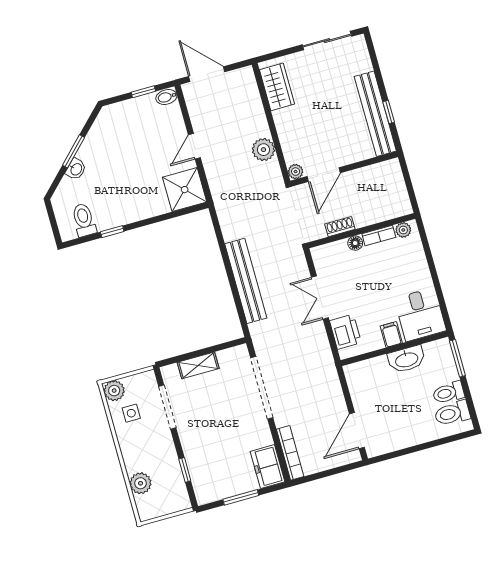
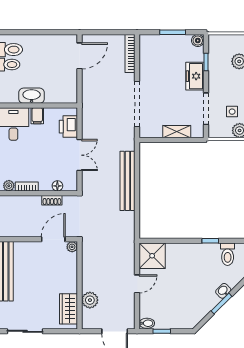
plant: (263, 150) -> (90, 300), moved
floor lamp: (355, 243) -> (57, 186), moved
freezer: (268, 467) -> (195, 76), moved, turned 180
boiler: (204, 496) -> (198, 41), added

